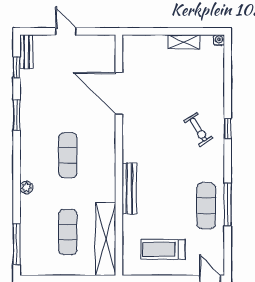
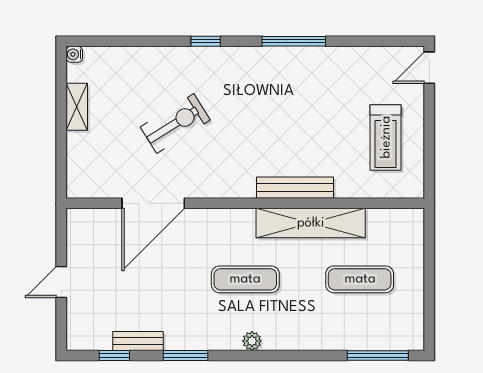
bench: (26, 52) -> (138, 341), moved
exercise bike: (199, 130) -> (175, 123), moved, width x1.38, depth x1.39
plant: (26, 187) -> (252, 341), moved
window: (228, 205) -> (294, 41), moved
exercise mat: (206, 206) -> (321, 73), removed
shelving: (106, 239) -> (311, 223), moved

